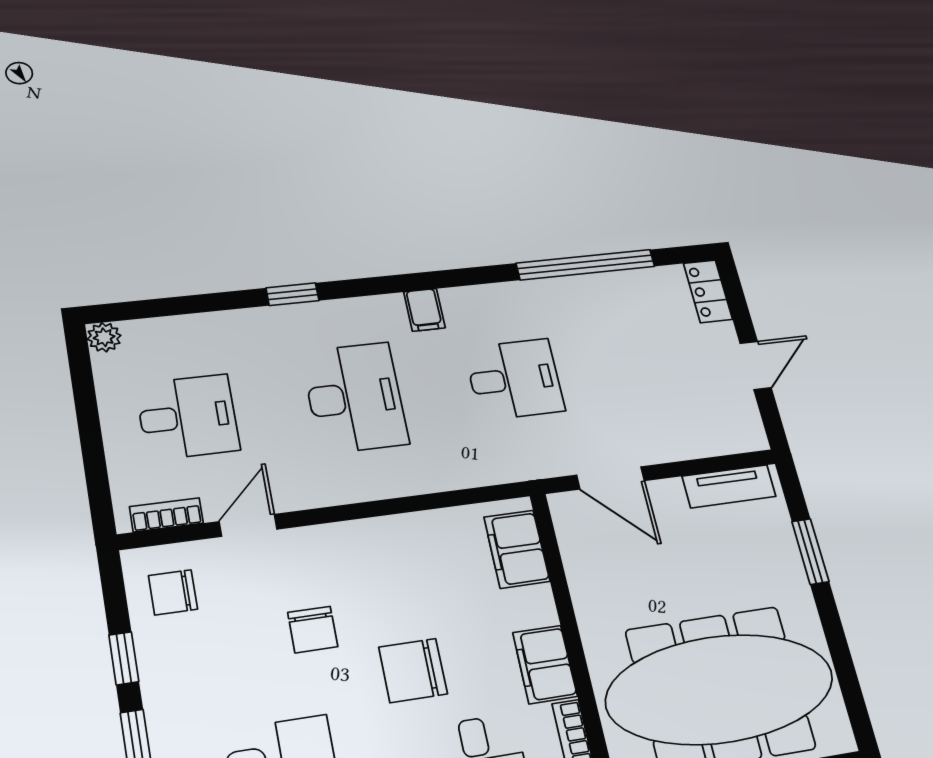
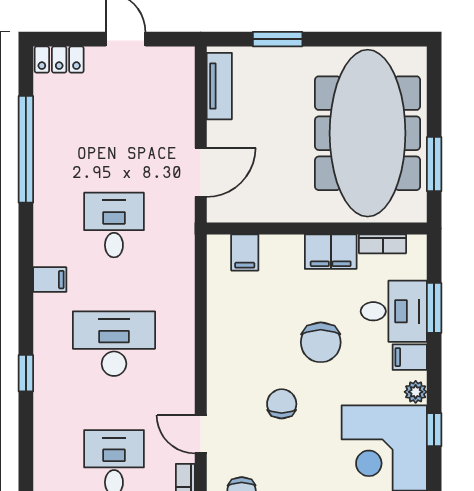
filing cabinet: (517, 549) -> (245, 253), width x0.50
chair: (313, 630) -> (282, 404), turned -90

